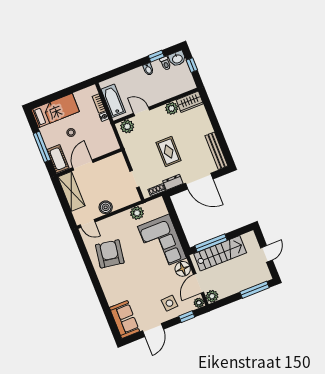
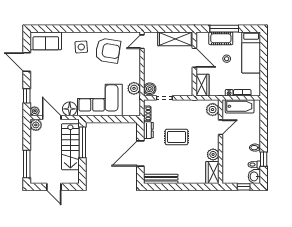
wardrobe: (107, 146) -> (202, 85), added
cot: (58, 159) -> (221, 38), moved
boiler: (106, 207) -> (150, 89), moved
side table: (169, 303) -> (81, 47), moved

